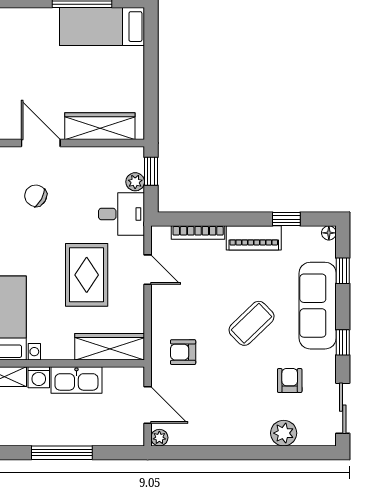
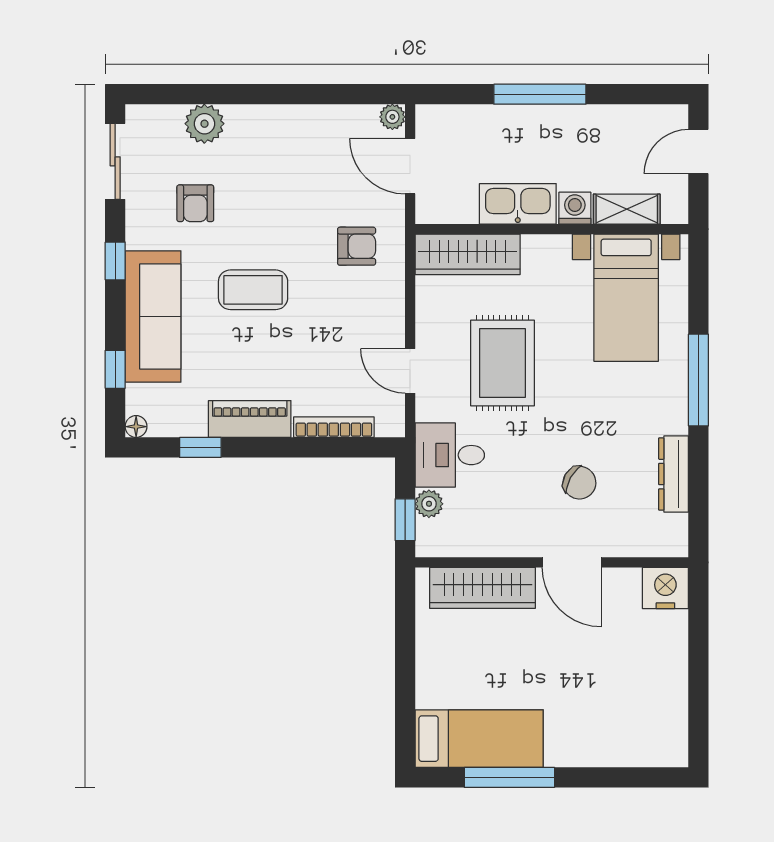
coffee table: (252, 323) -> (253, 290), turned 44

